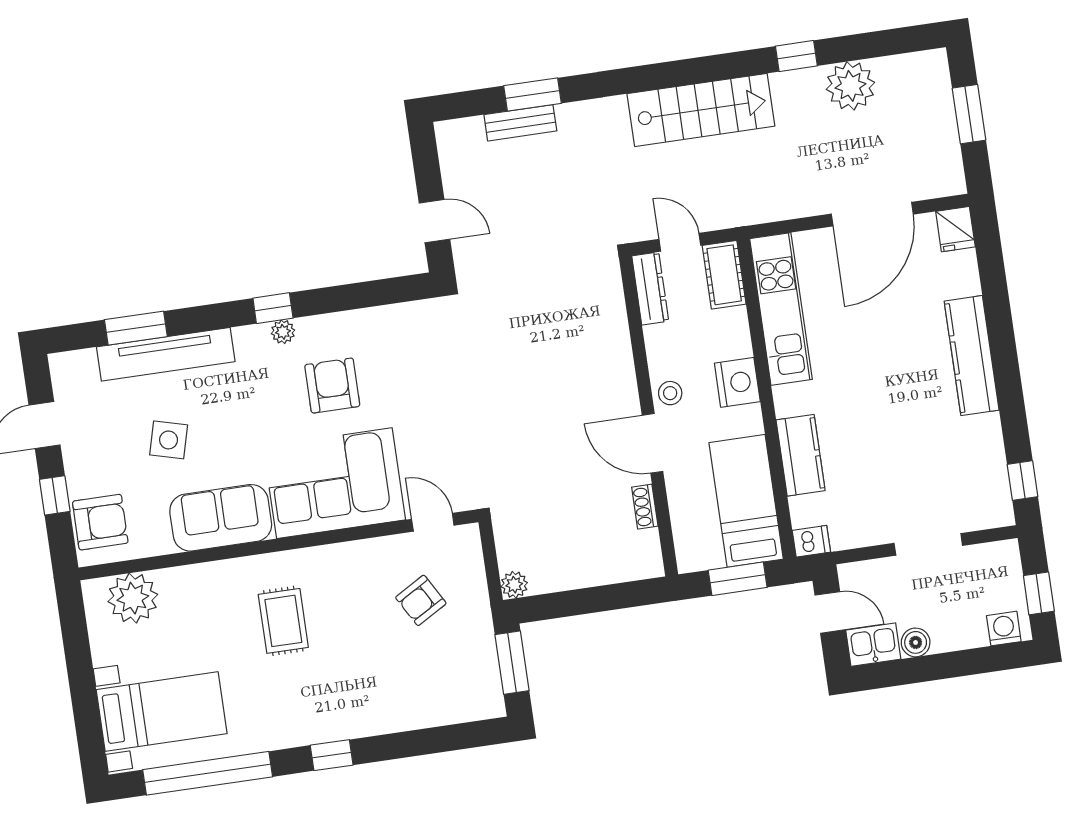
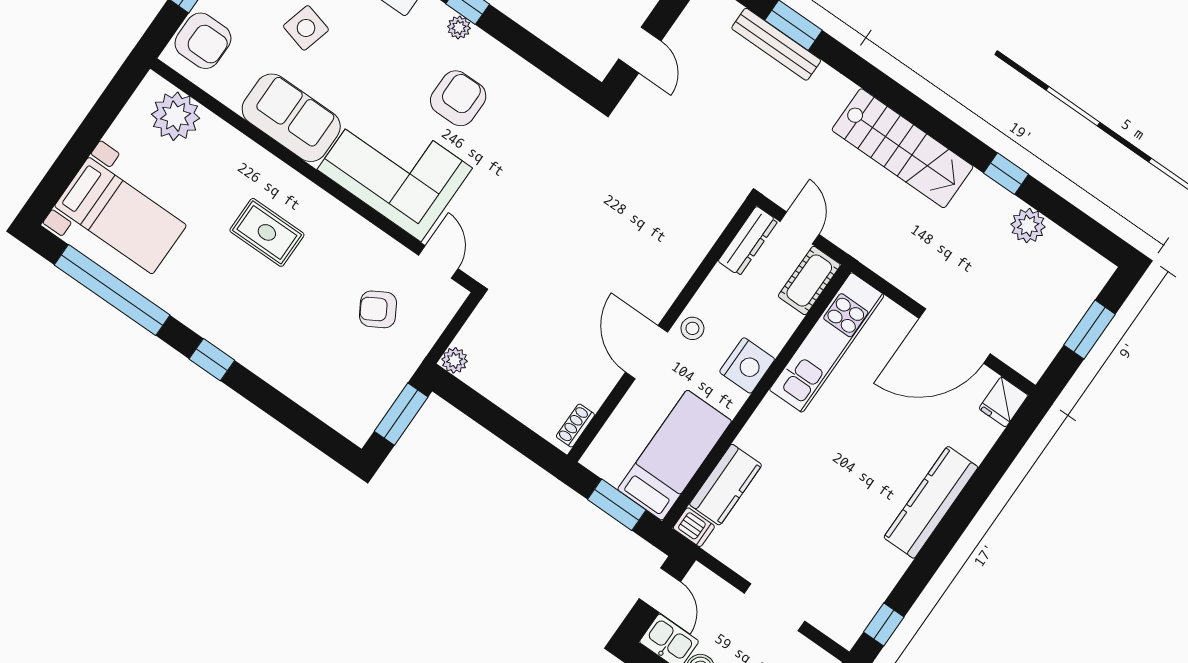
plant: (851, 86) -> (1028, 226), width x0.73, depth x0.73
bench: (520, 123) -> (776, 44), width x1.36
kitchen counter: (801, 455) -> (726, 485), moved
shoe rack: (645, 507) -> (575, 426), moved
rug: (283, 621) -> (267, 232), turned 90

